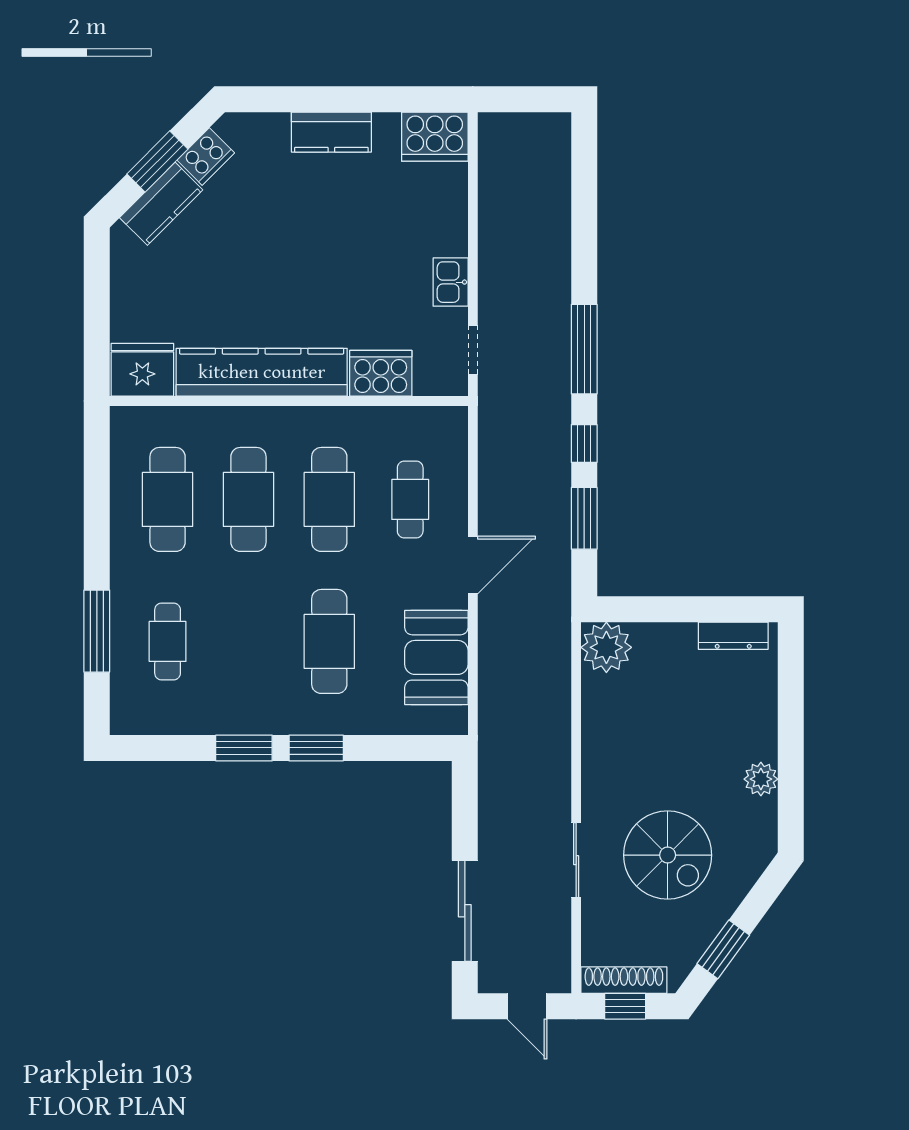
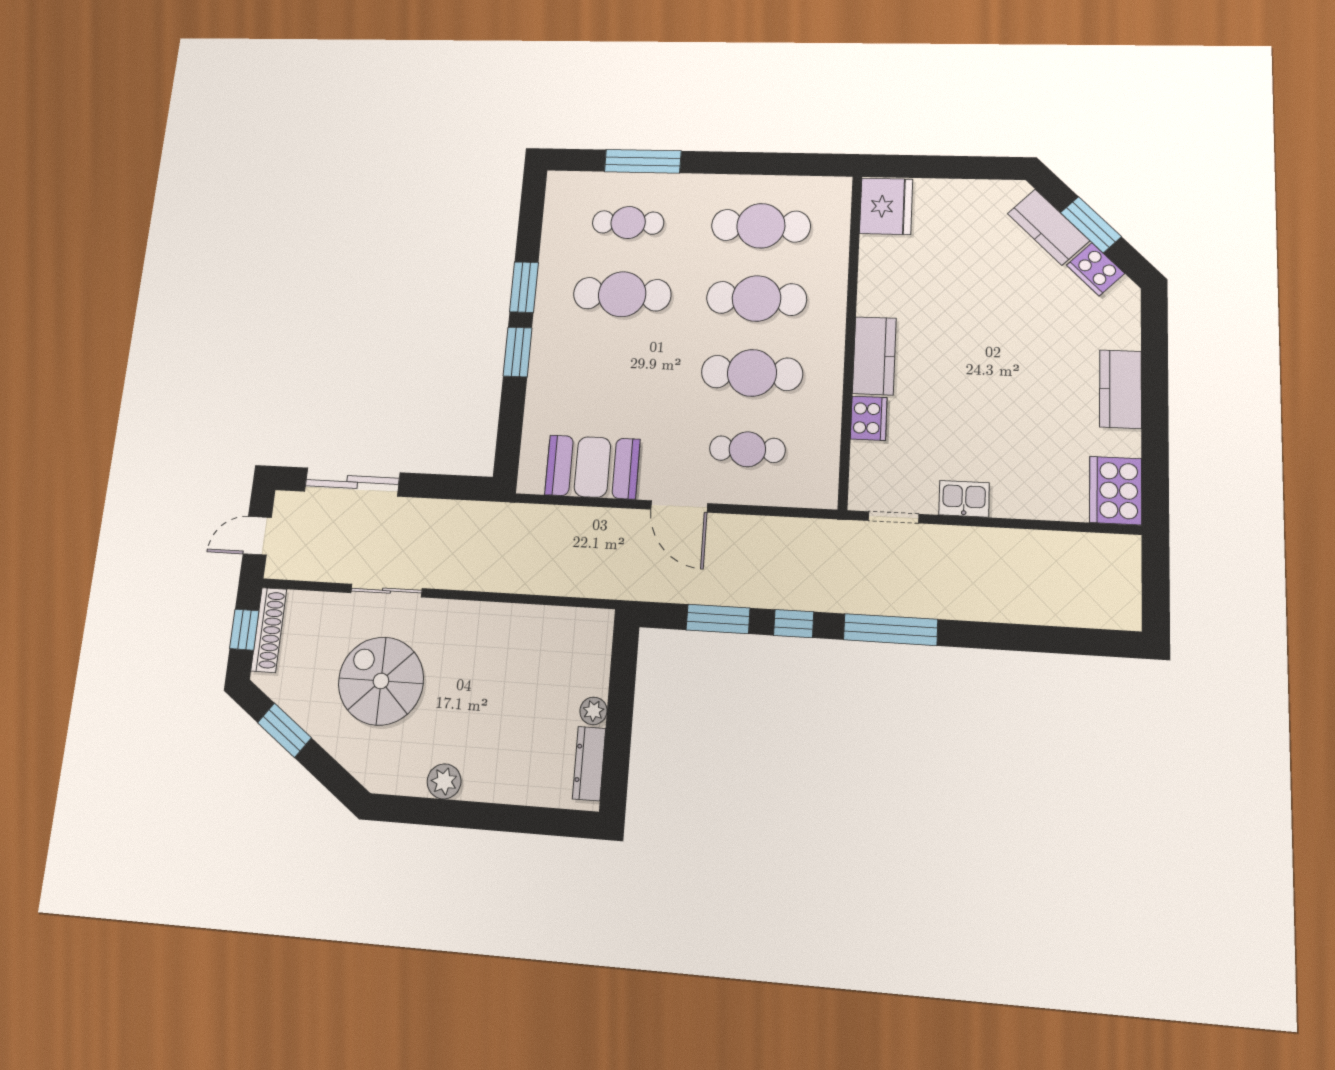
kitchen counter: (262, 372) -> (874, 356), width x0.48, depth x0.86
cooker: (381, 373) -> (869, 418), width x0.73, depth x0.76
cafe table: (329, 641) -> (622, 294), moved
plant: (606, 647) -> (593, 711), moved, width x0.53, depth x0.53
spiral stairs: (668, 855) -> (381, 681), turned 90

